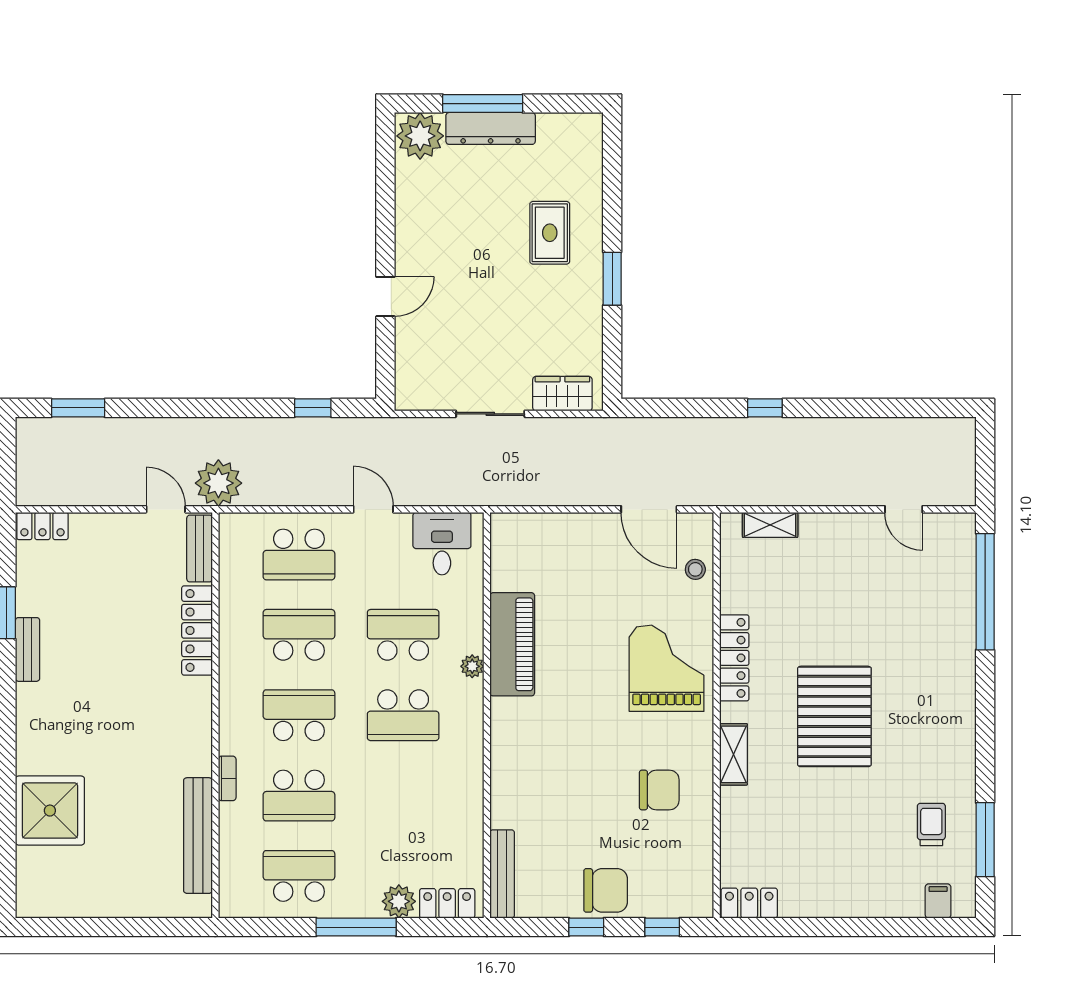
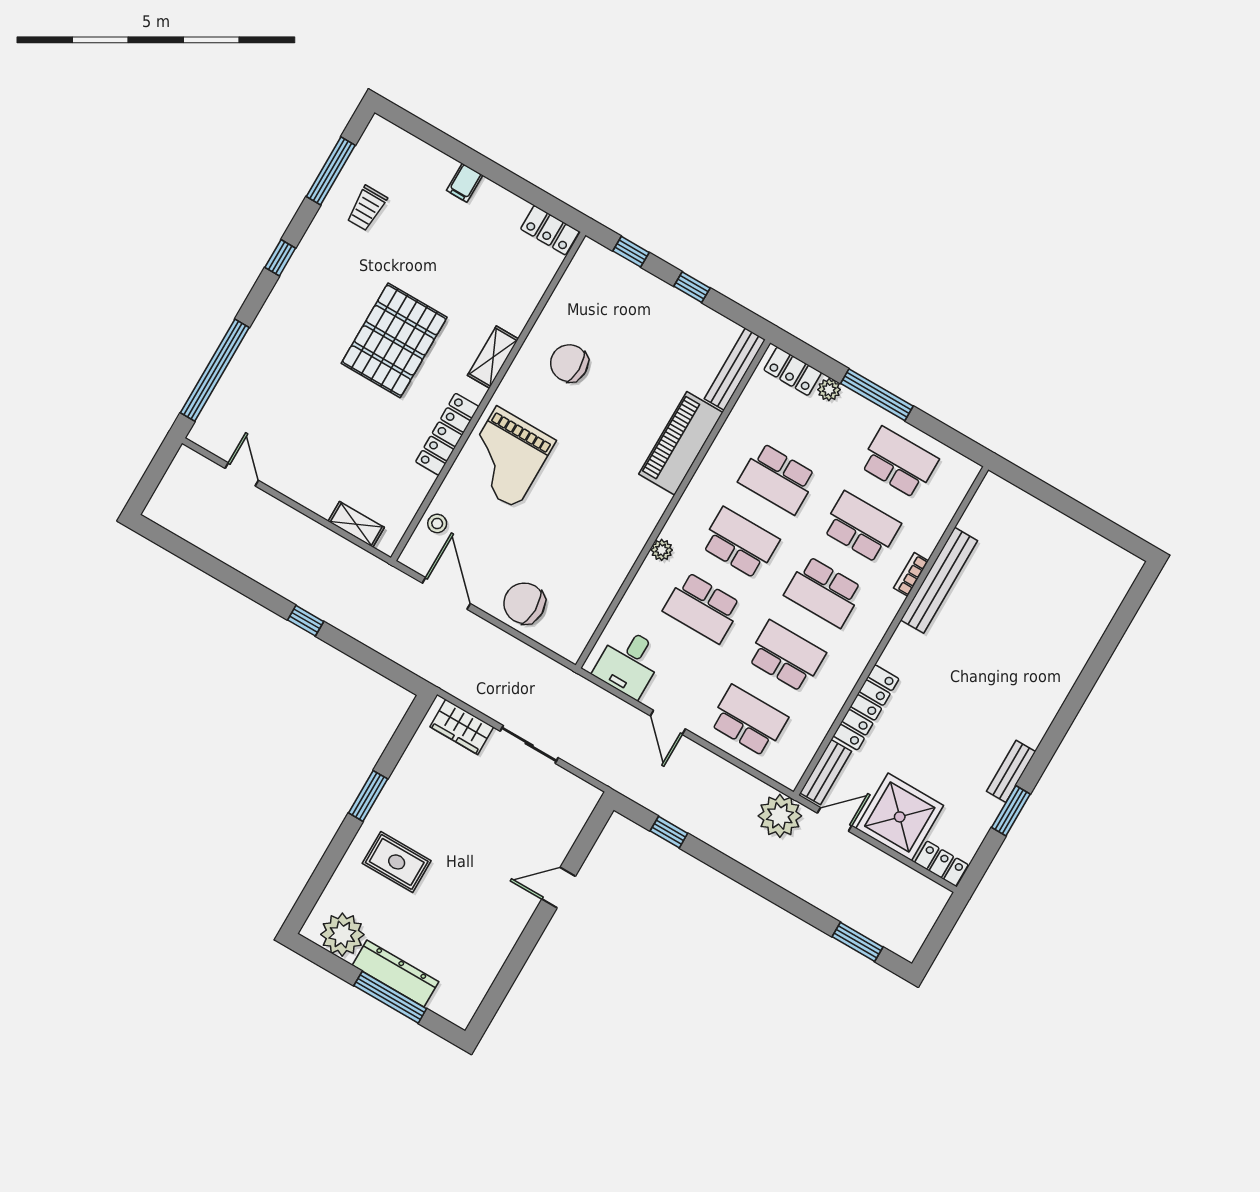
plant: (420, 136) -> (342, 935), moved
rug: (550, 233) -> (397, 862), turned 90
door: (166, 509) -> (835, 819), swing flipped
school desk: (299, 635) -> (786, 656), turned 180
piano: (512, 644) -> (681, 443), moved
window: (985, 732) -> (280, 258), added
school desk: (403, 796) -> (778, 478), added
shower: (50, 811) -> (900, 817), moved
bench: (198, 836) -> (939, 580), moved
school desk: (299, 876) -> (899, 463), turned 180
chair: (606, 890) -> (524, 603), moved
plant: (399, 901) -> (829, 390), width x0.73, depth x0.73
filing cabinet: (938, 901) -> (465, 183), moved

